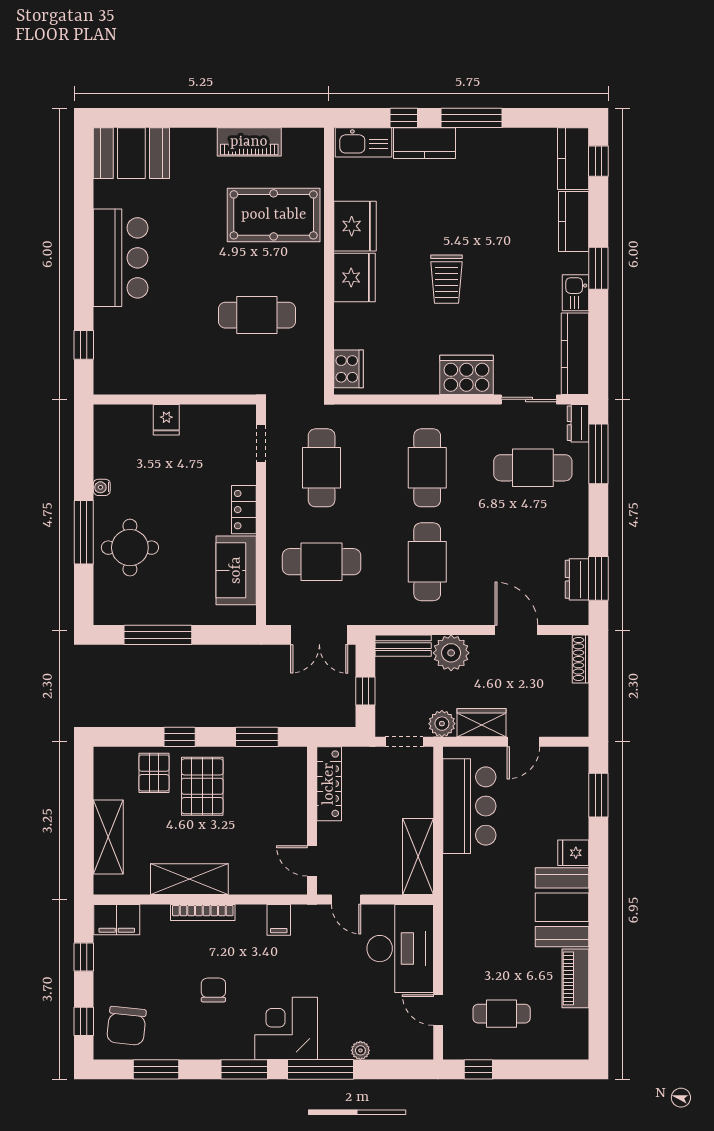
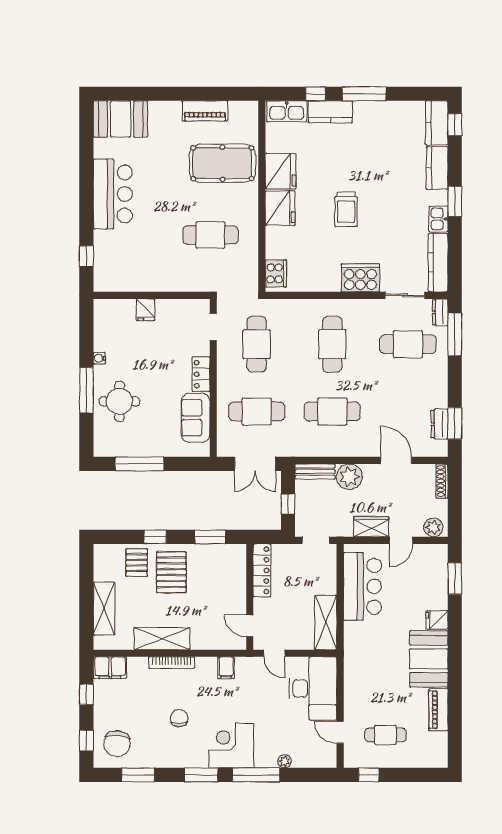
cafe table: (427, 562) -> (332, 411), turned 90
plant: (442, 724) -> (433, 527), moved

